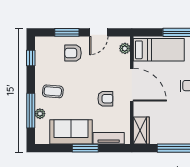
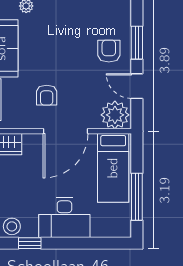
plant: (125, 48) -> (115, 115), width x1.87, depth x1.87
coffee table: (53, 91) -> (57, 23), removed

